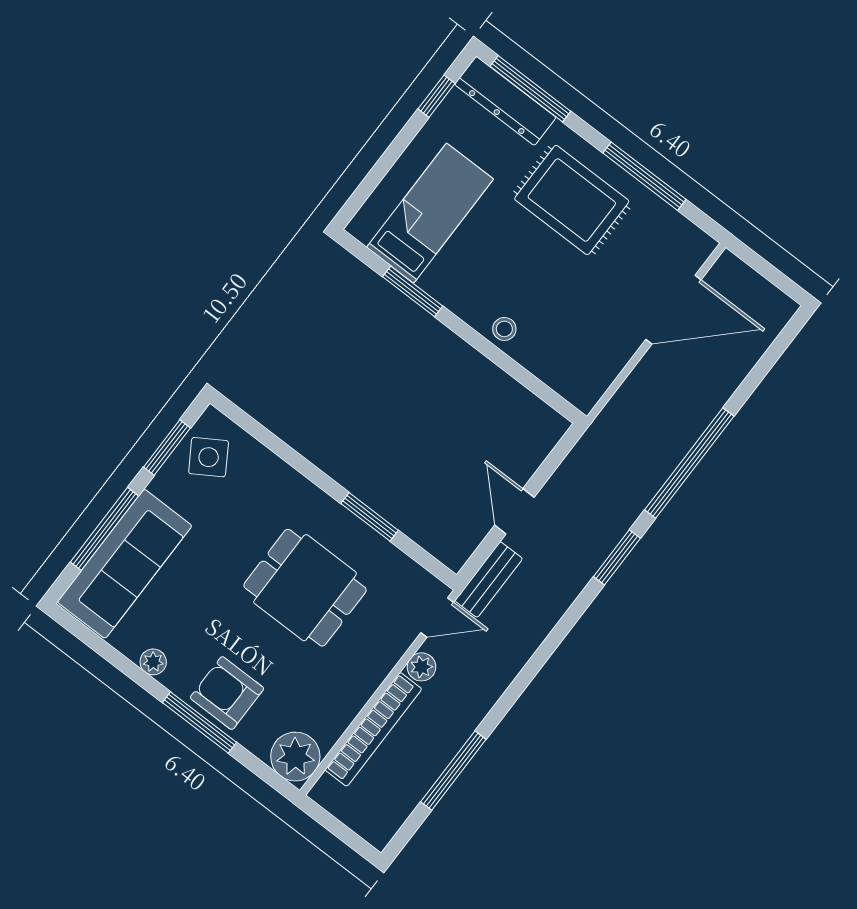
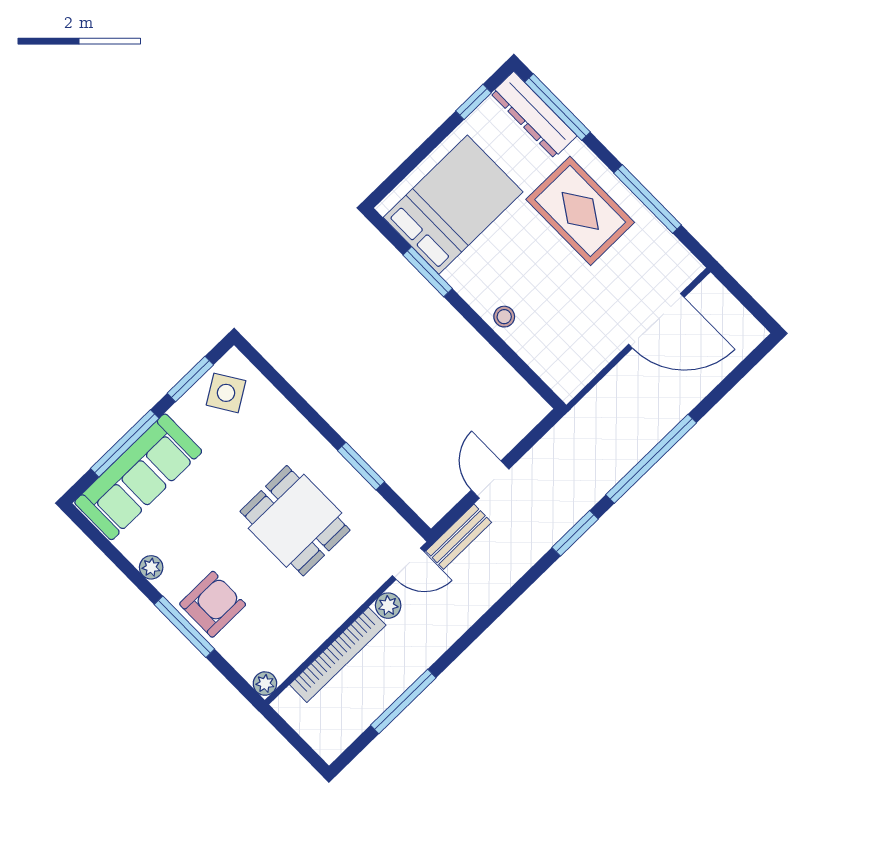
bed: (430, 213) -> (453, 205), width x1.50
armchair: (227, 693) -> (213, 604), turned 90
plant: (295, 757) -> (265, 684), width x0.53, depth x0.53

